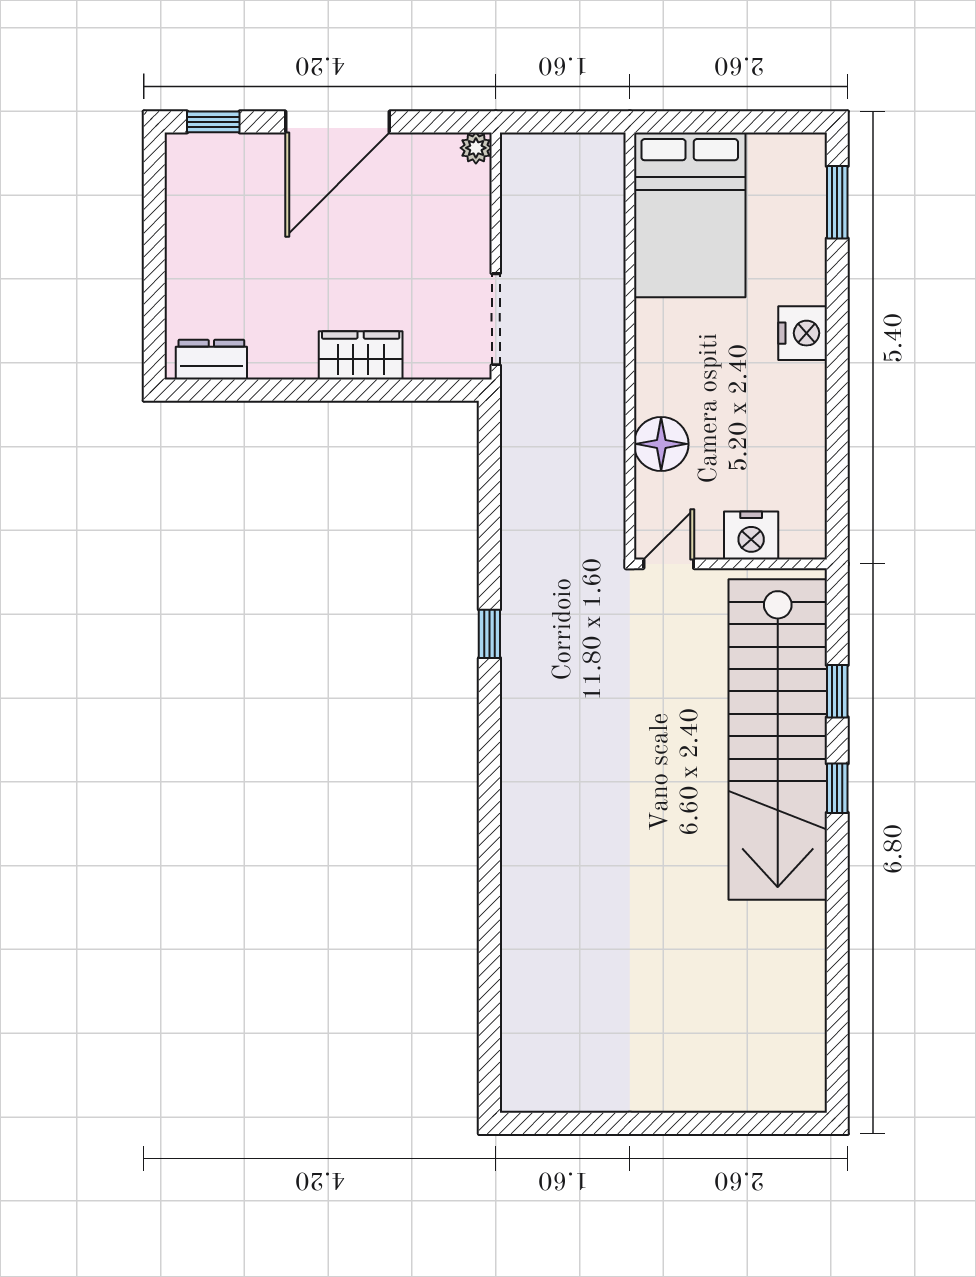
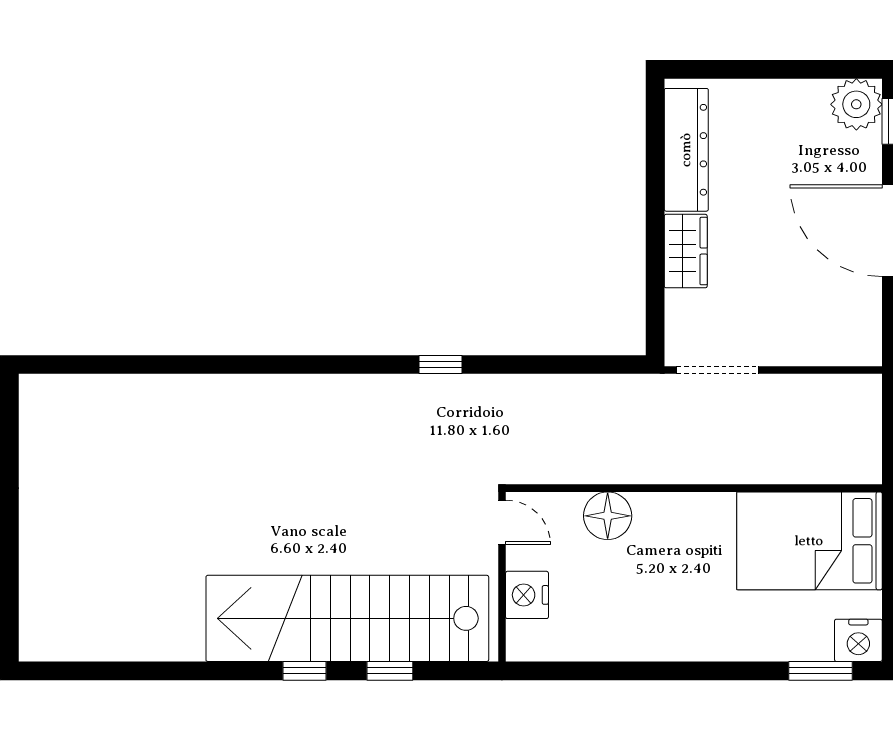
plant: (476, 148) -> (856, 104), moved, width x1.88, depth x1.88
nightstand: (803, 333) -> (858, 640), moved
dresser: (211, 360) -> (686, 150), width x1.96, depth x1.24

